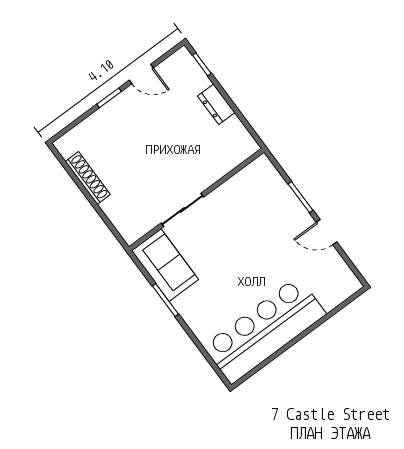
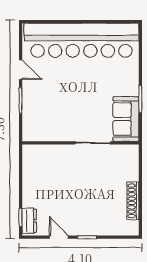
dresser: (216, 104) -> (29, 221), moved
bar counter: (265, 330) -> (82, 40), width x1.36

